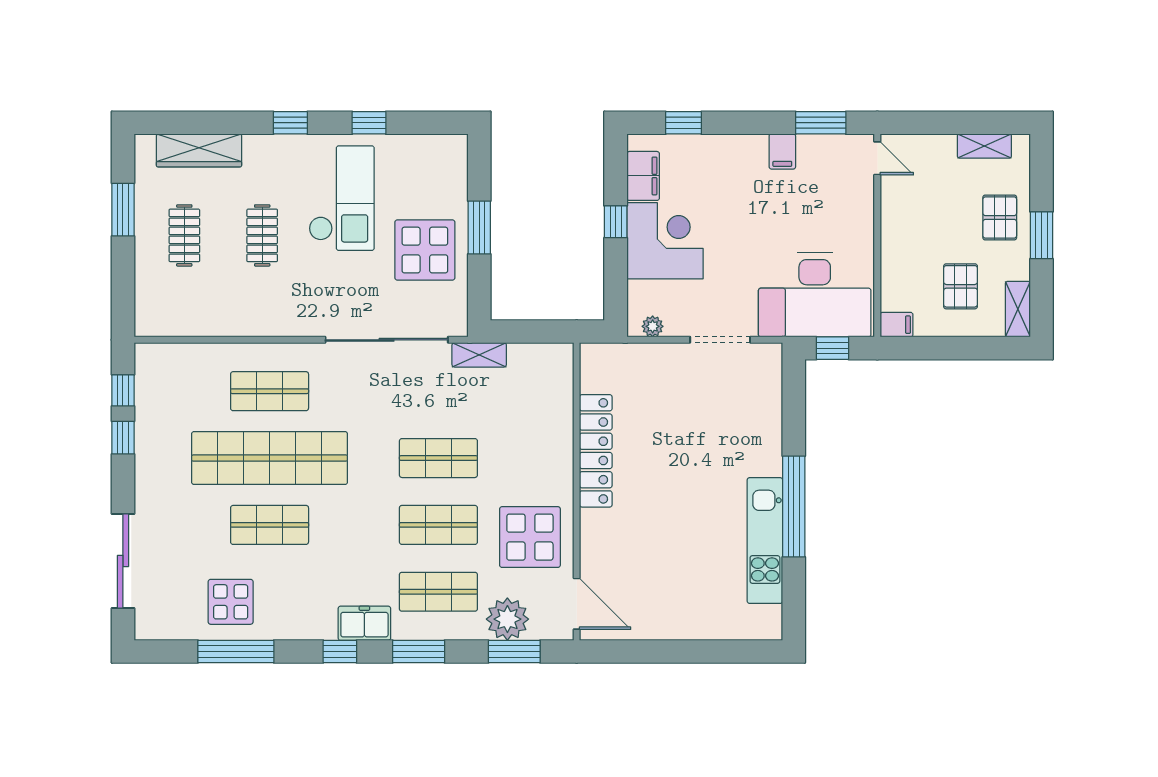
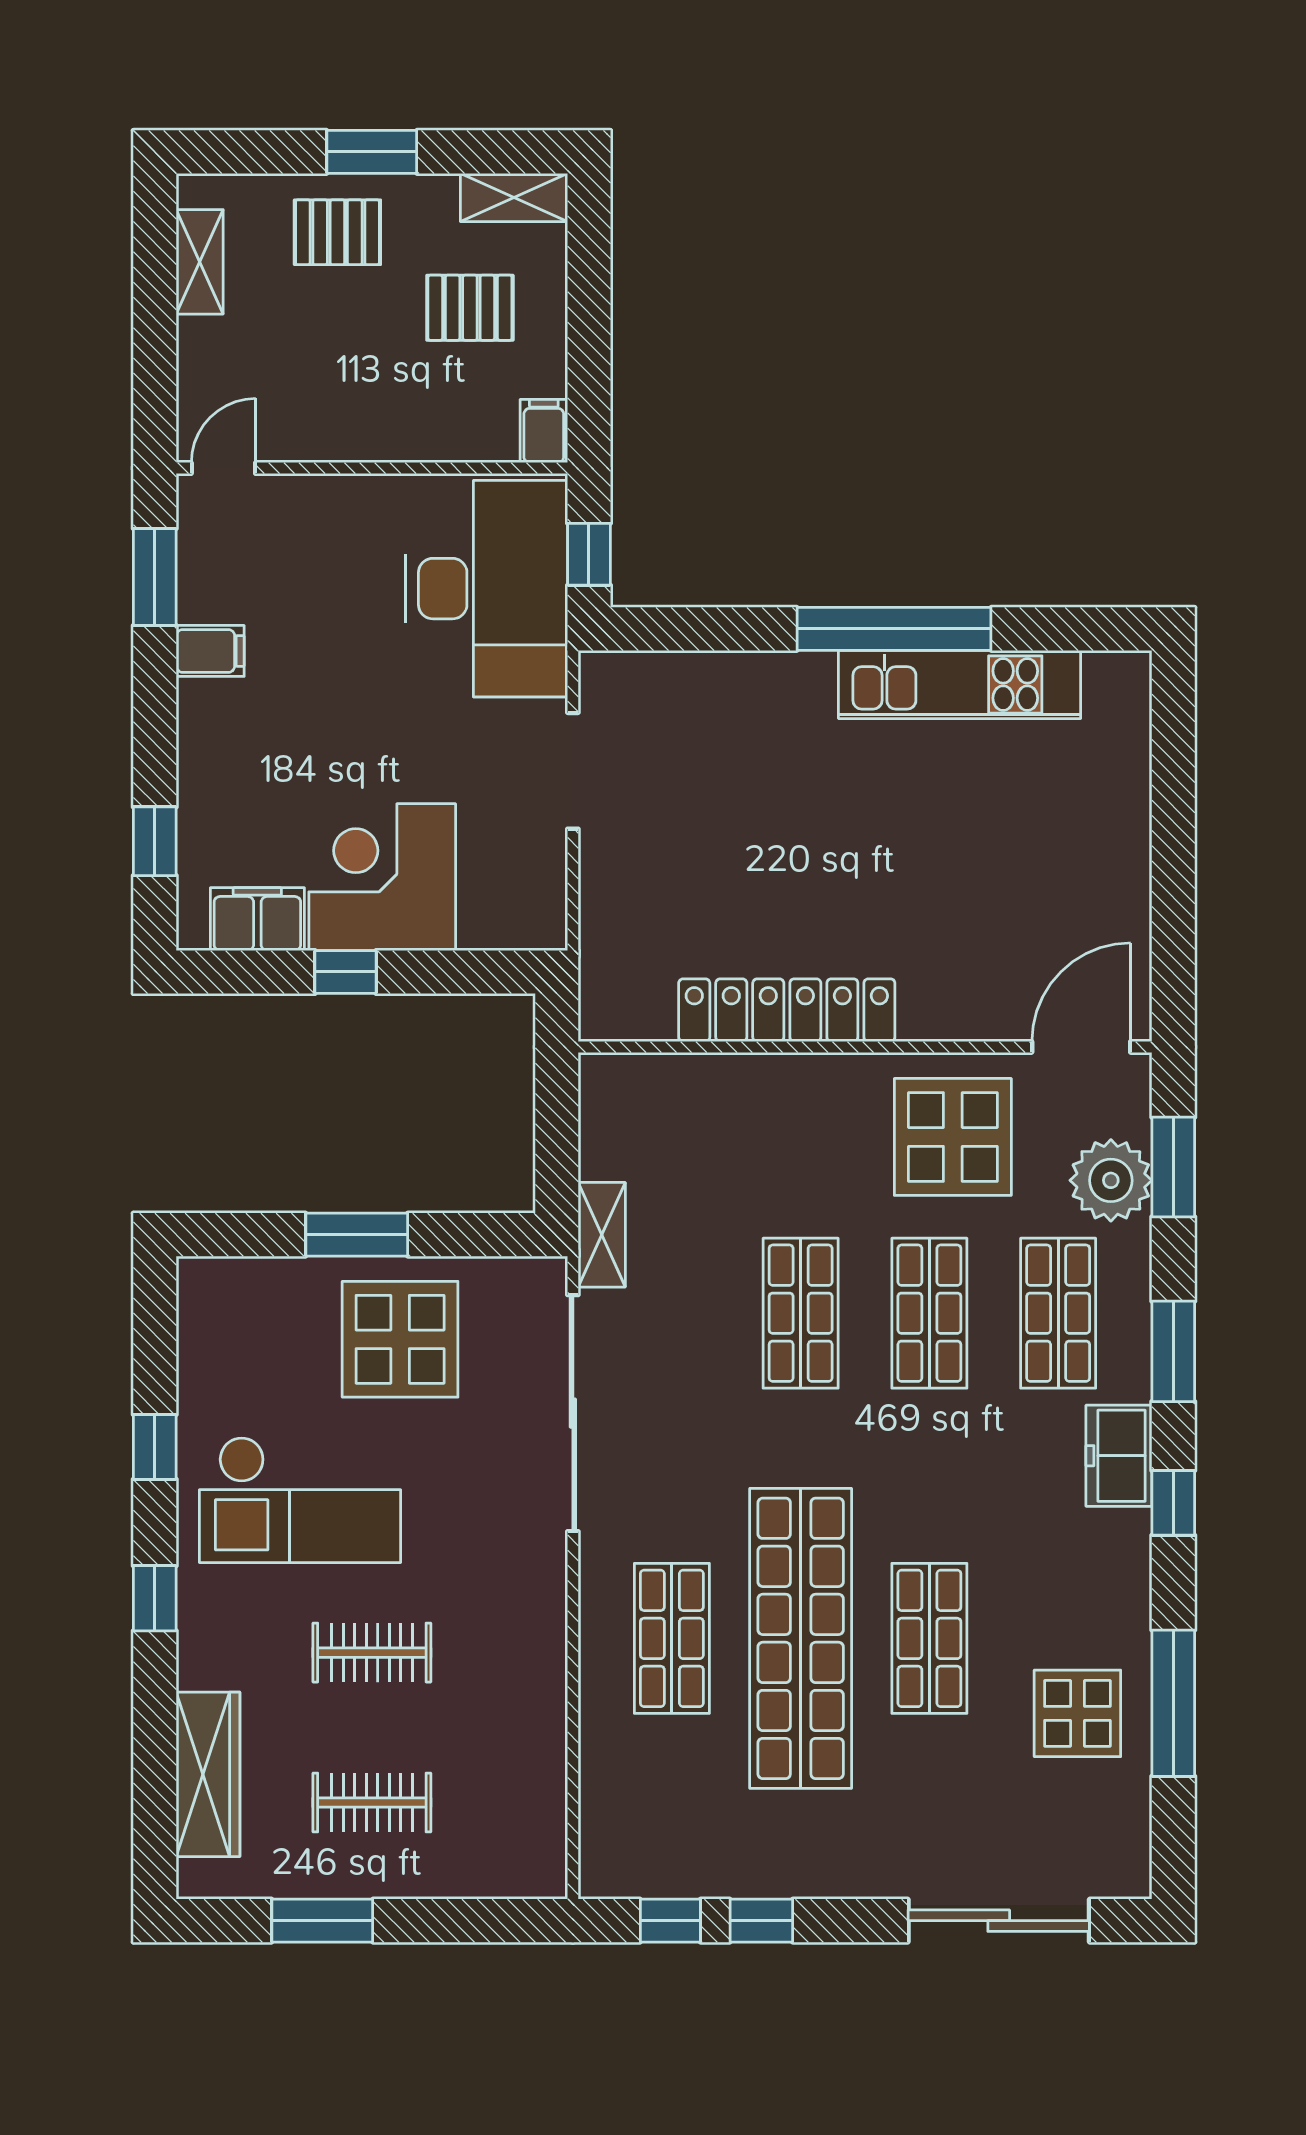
checkout: (342, 198) -> (300, 1500), turned 180
plant: (653, 326) -> (547, 901), removed

